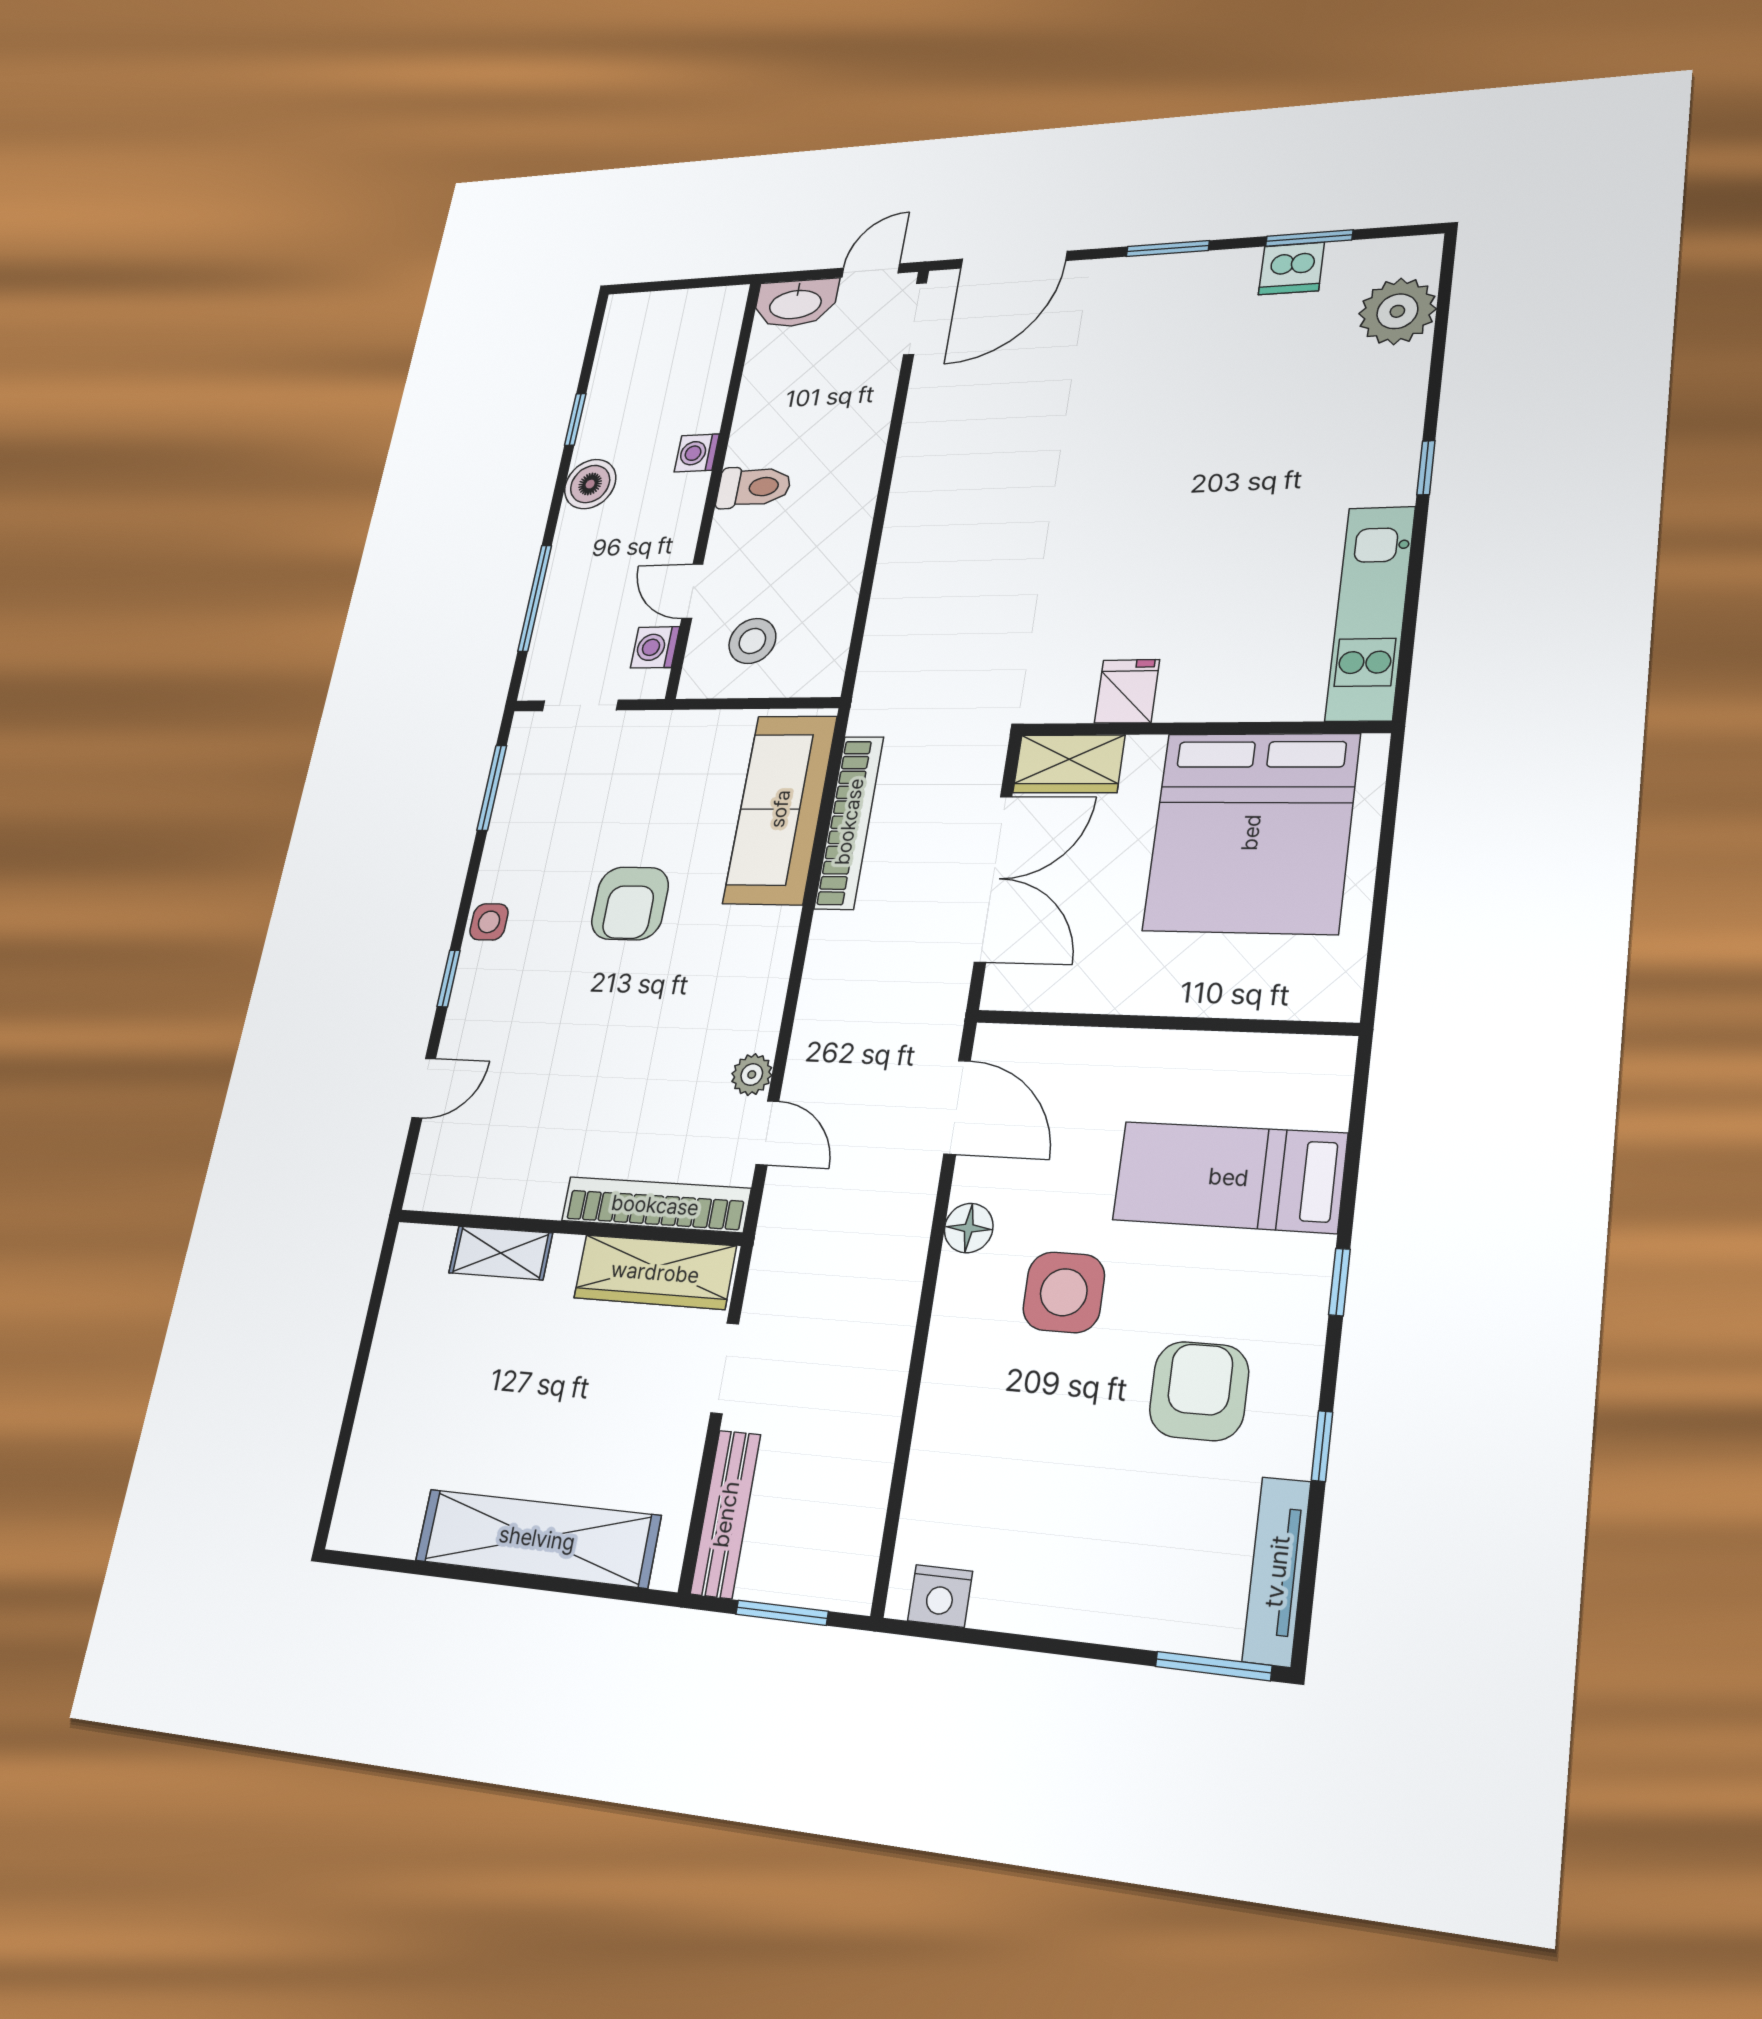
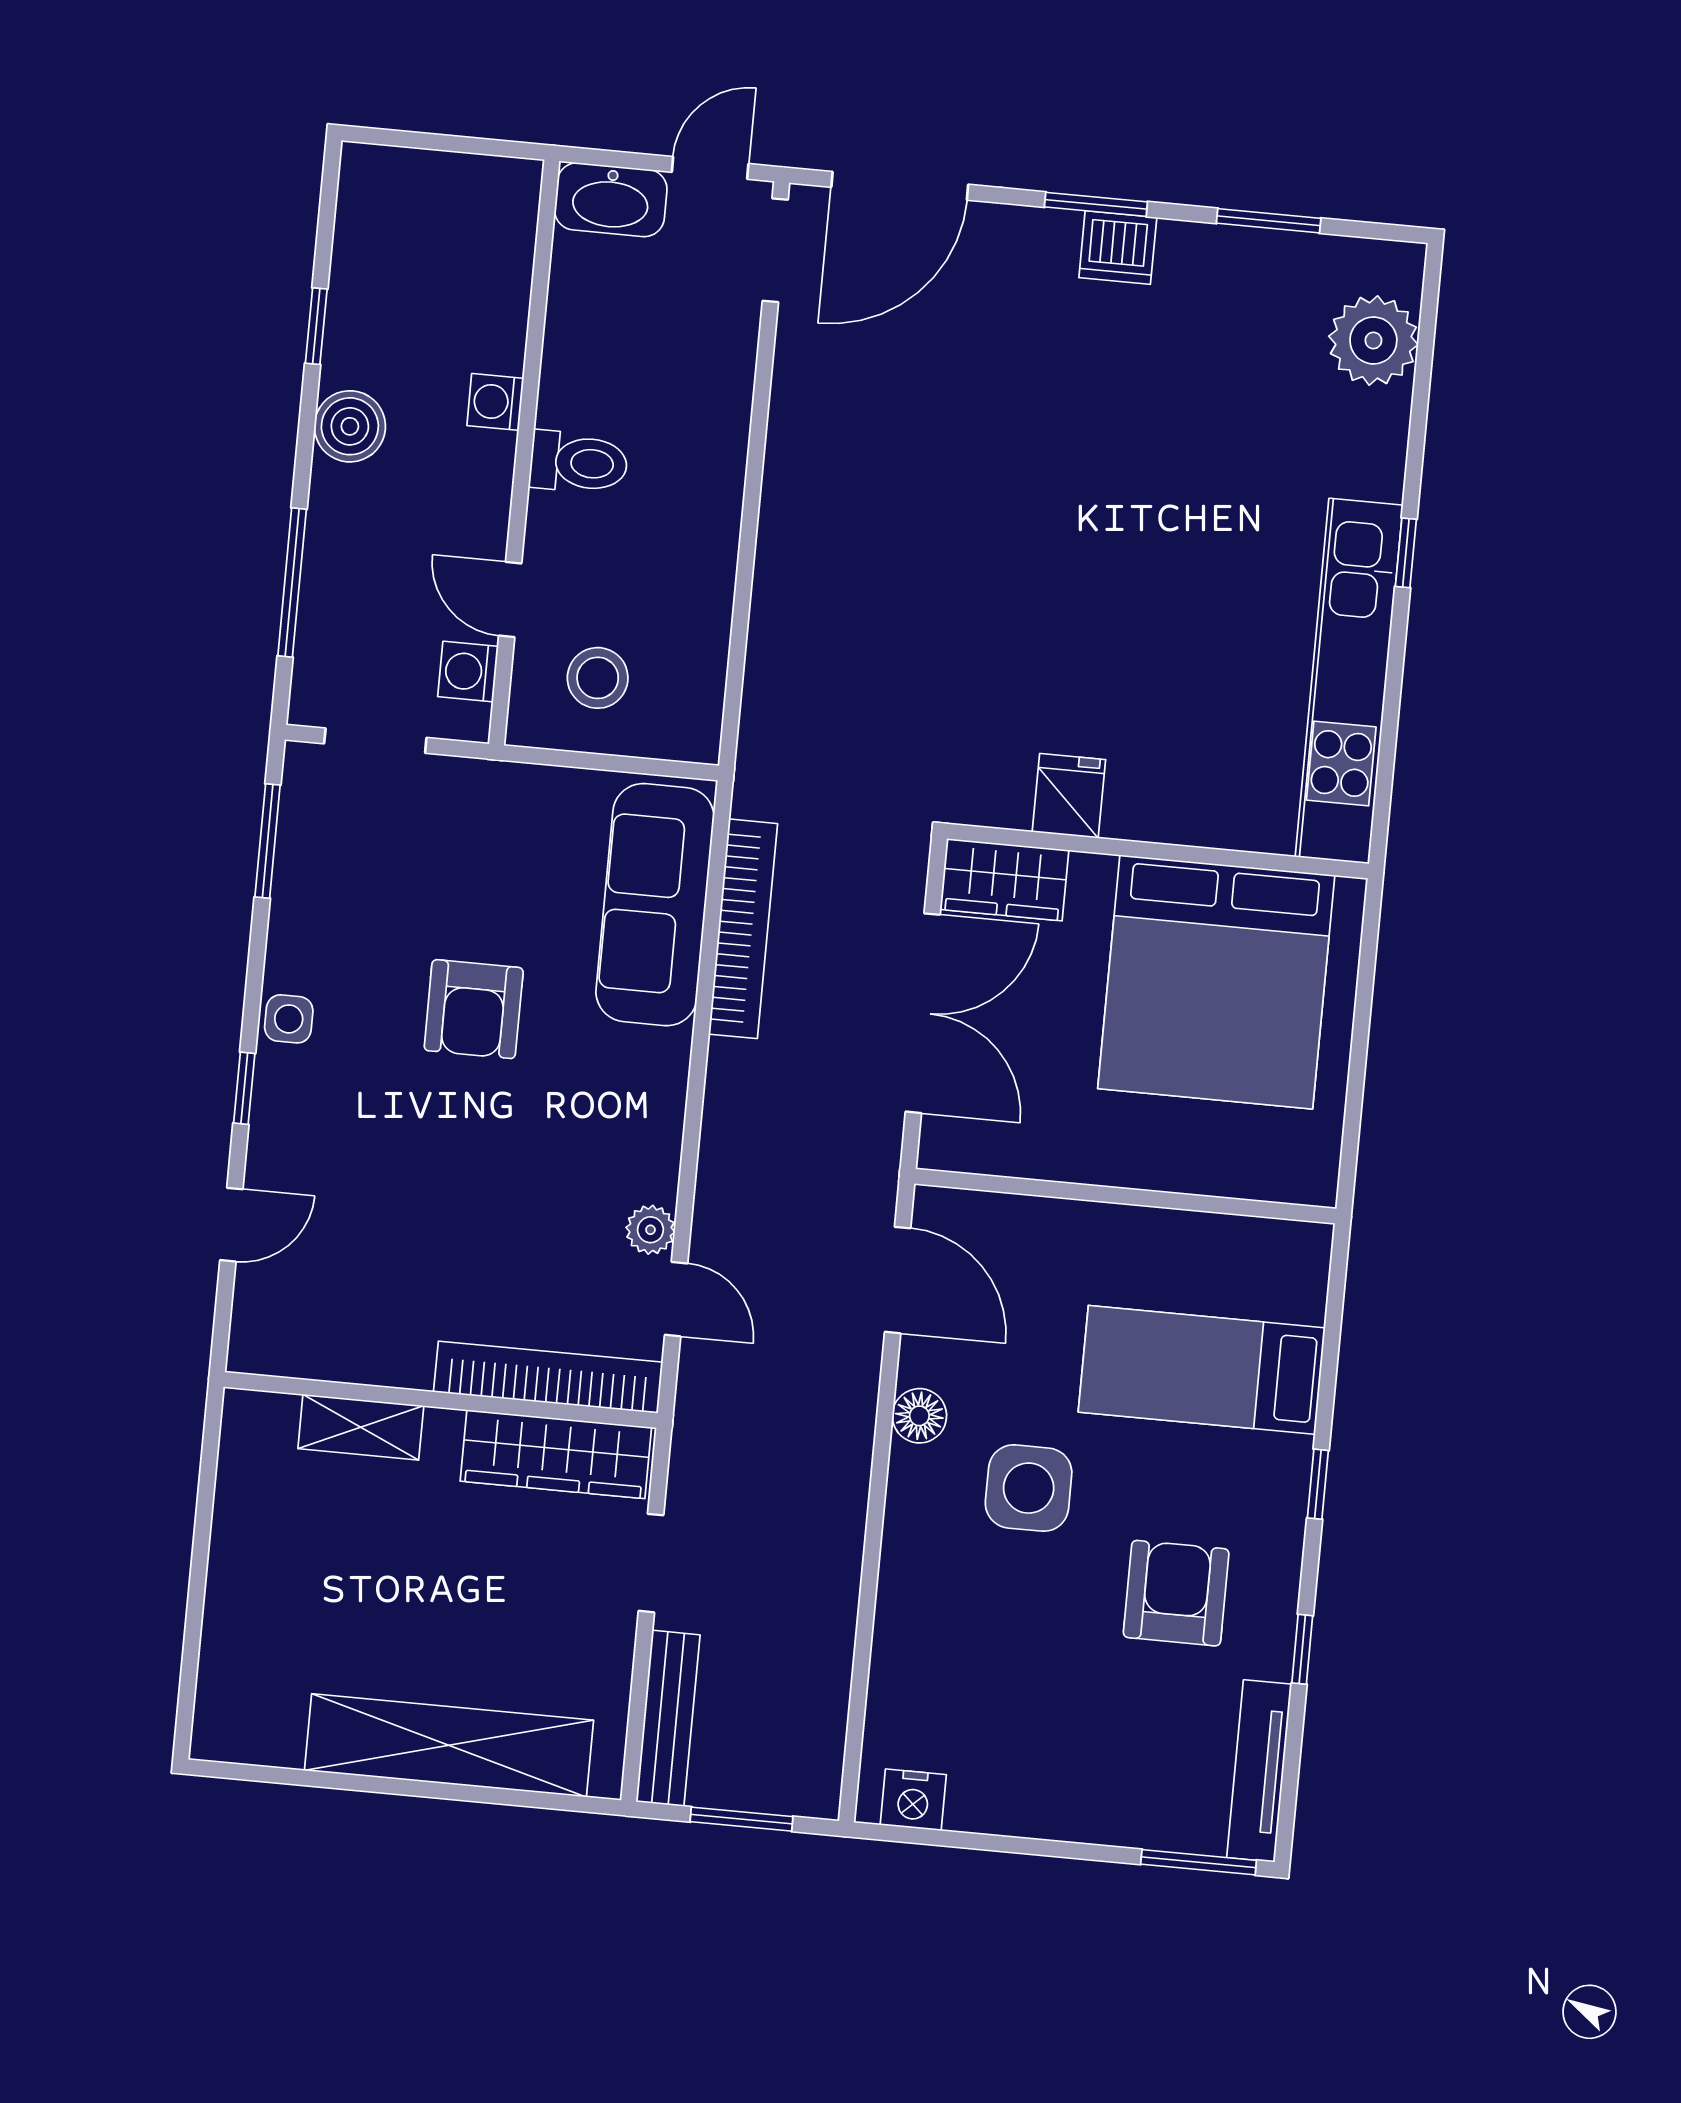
dishwasher: (1291, 269) -> (1118, 248), moved
kitchen unit: (1370, 613) -> (1349, 681), width x1.36

